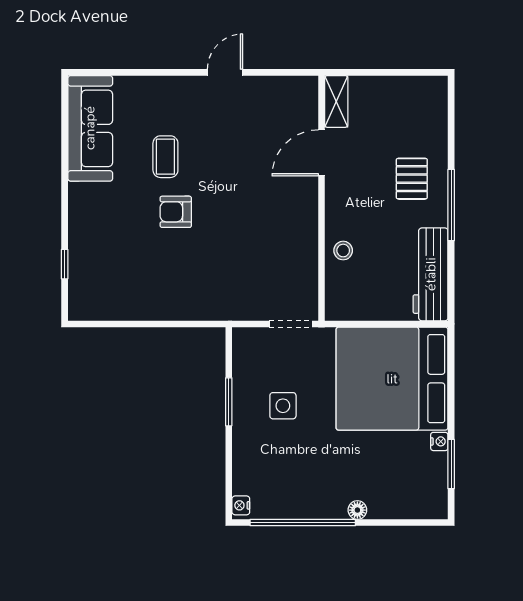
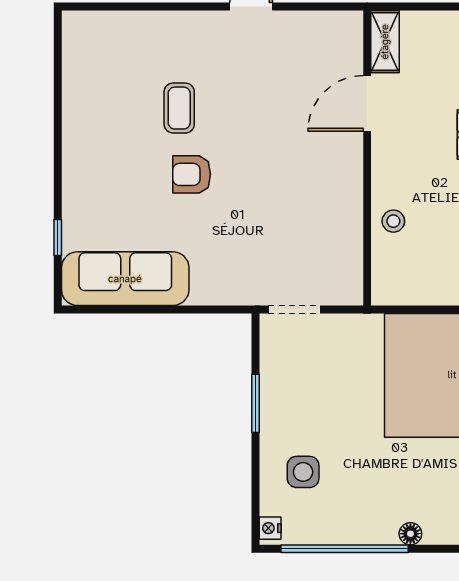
sofa: (90, 128) -> (125, 279), moved, turned -90
doorway: (291, 324) -> (294, 310), moved
side table: (283, 406) -> (303, 472), moved

